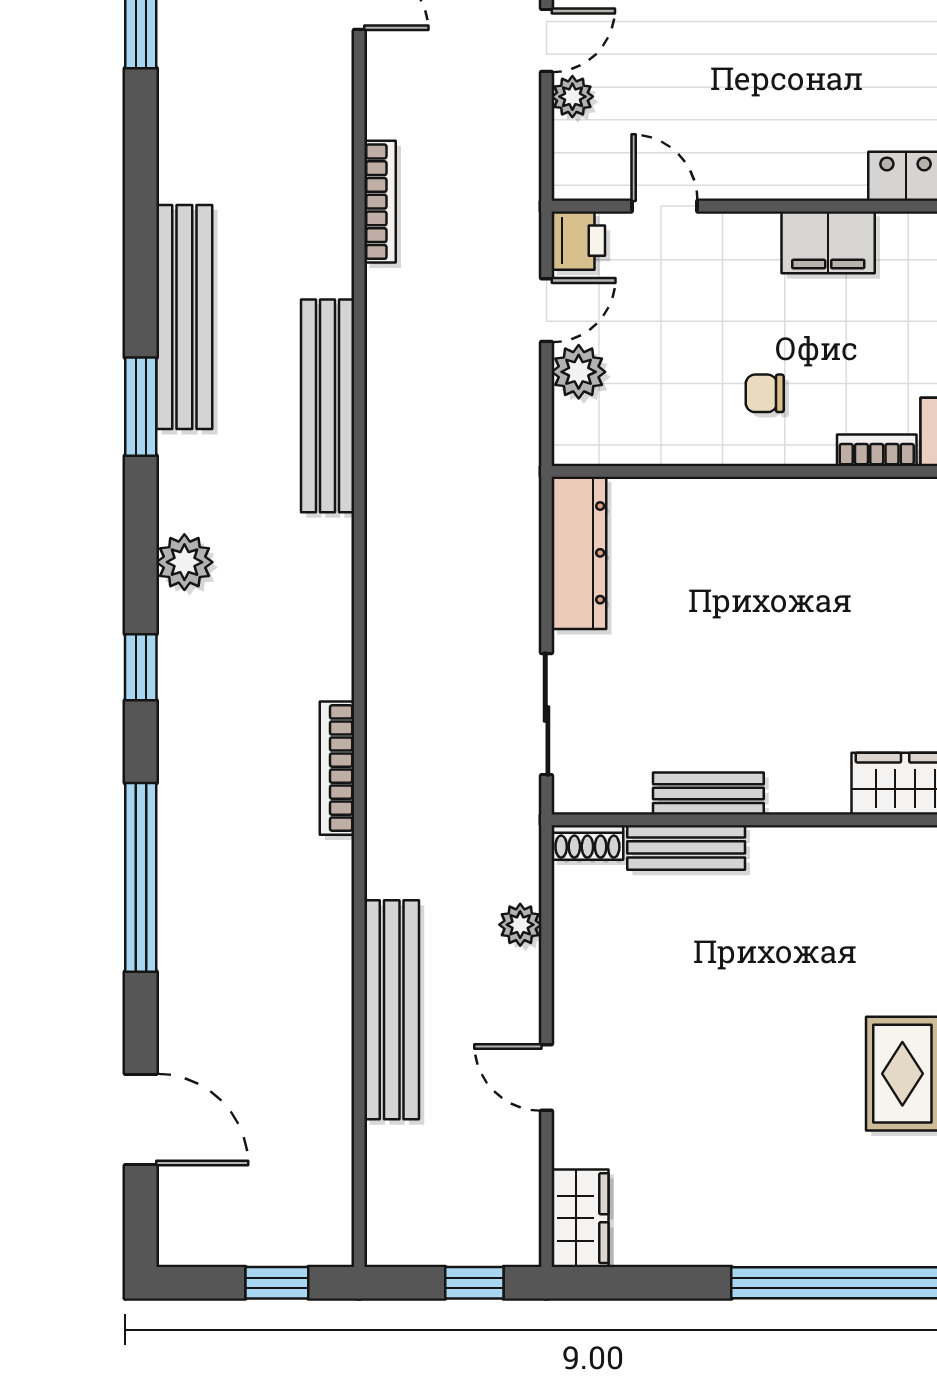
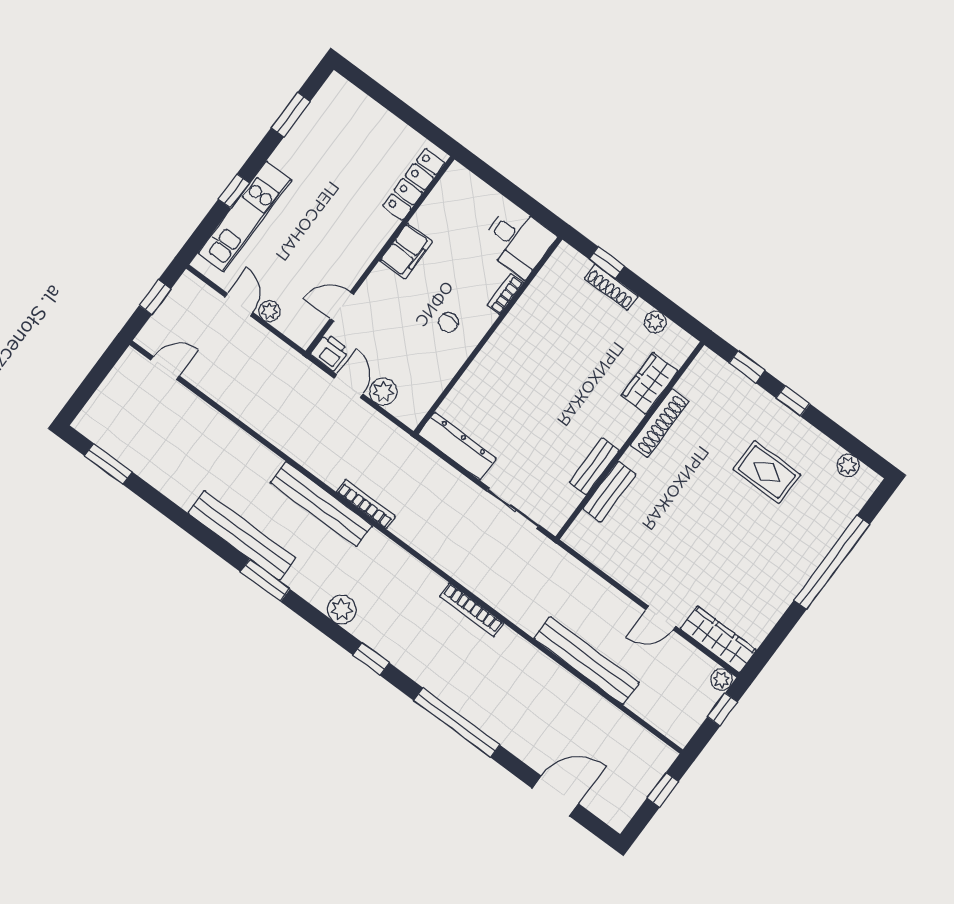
bookcase: (380, 202) -> (366, 504), moved
shoe rack: (587, 842) -> (660, 423), moved, width x1.94, depth x1.24
plant: (520, 925) -> (721, 680), moved
wardrobe: (580, 1218) -> (718, 639), width x1.50

